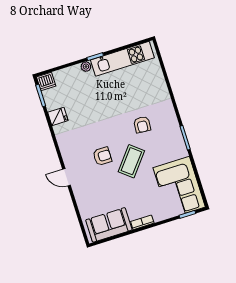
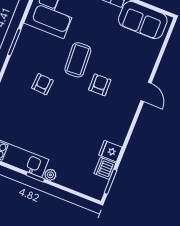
dishwasher: (46, 81) -> (105, 168), moved, turned -90
armchair: (102, 156) -> (100, 85), turned 89
coffee table: (131, 161) -> (78, 60), turned -42

